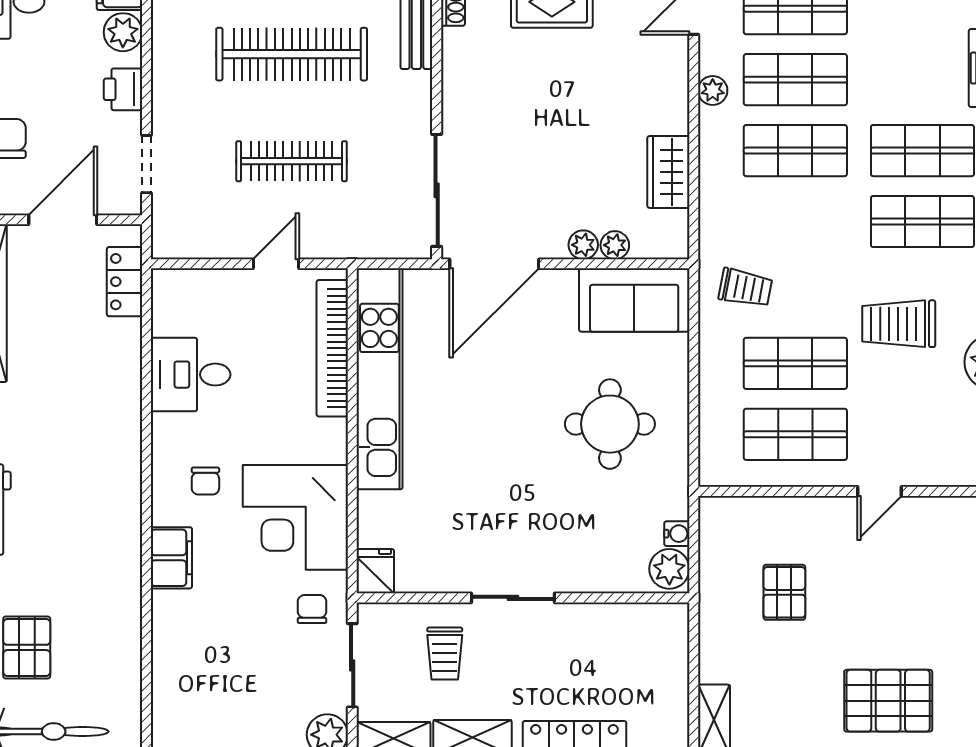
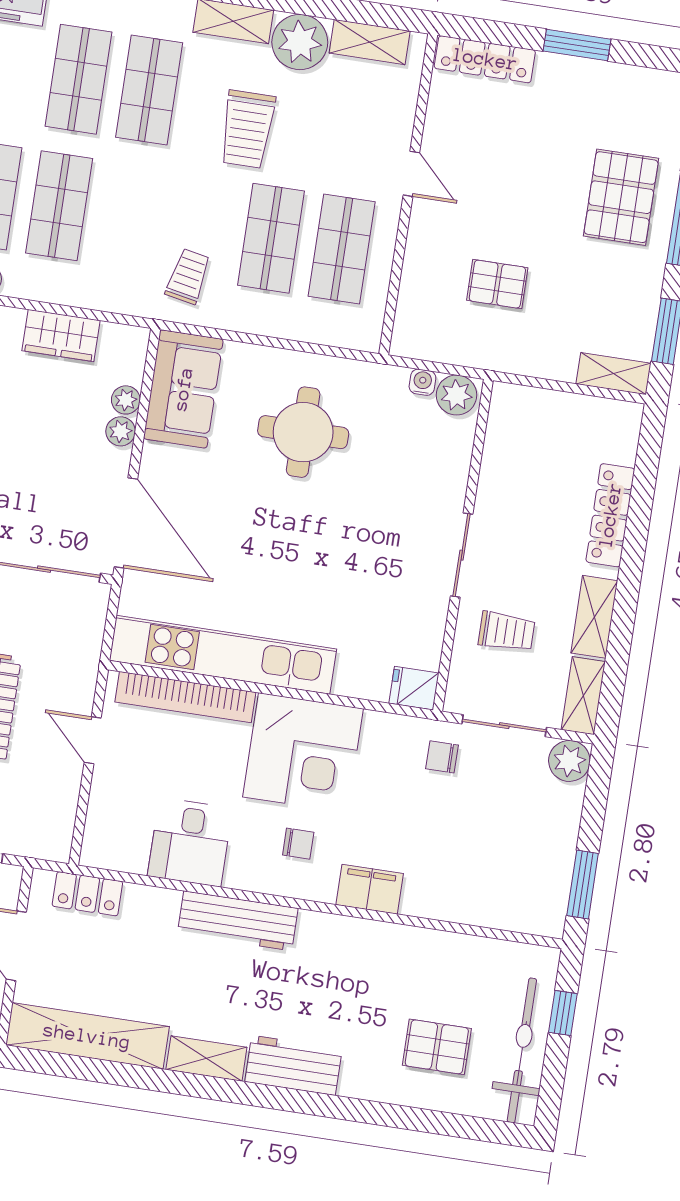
workbench: (121, 433) -> (238, 921), added
corner desk: (295, 517) -> (303, 753), moved

